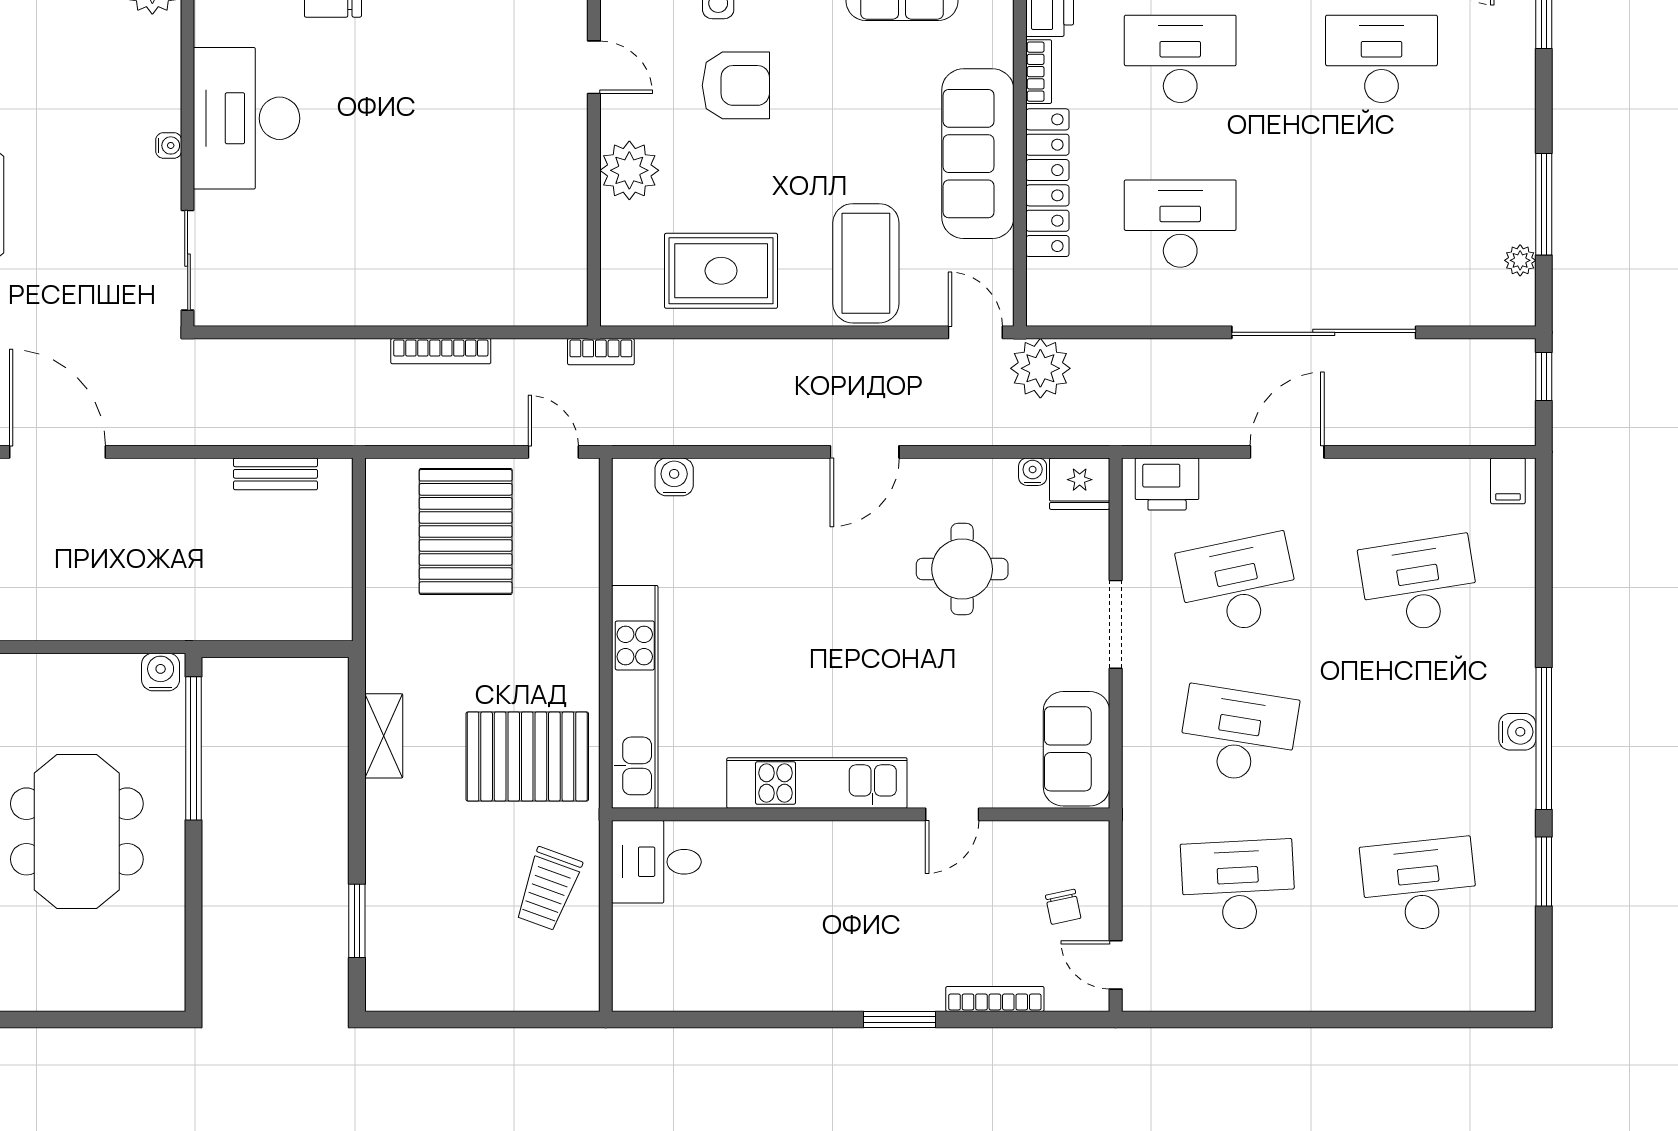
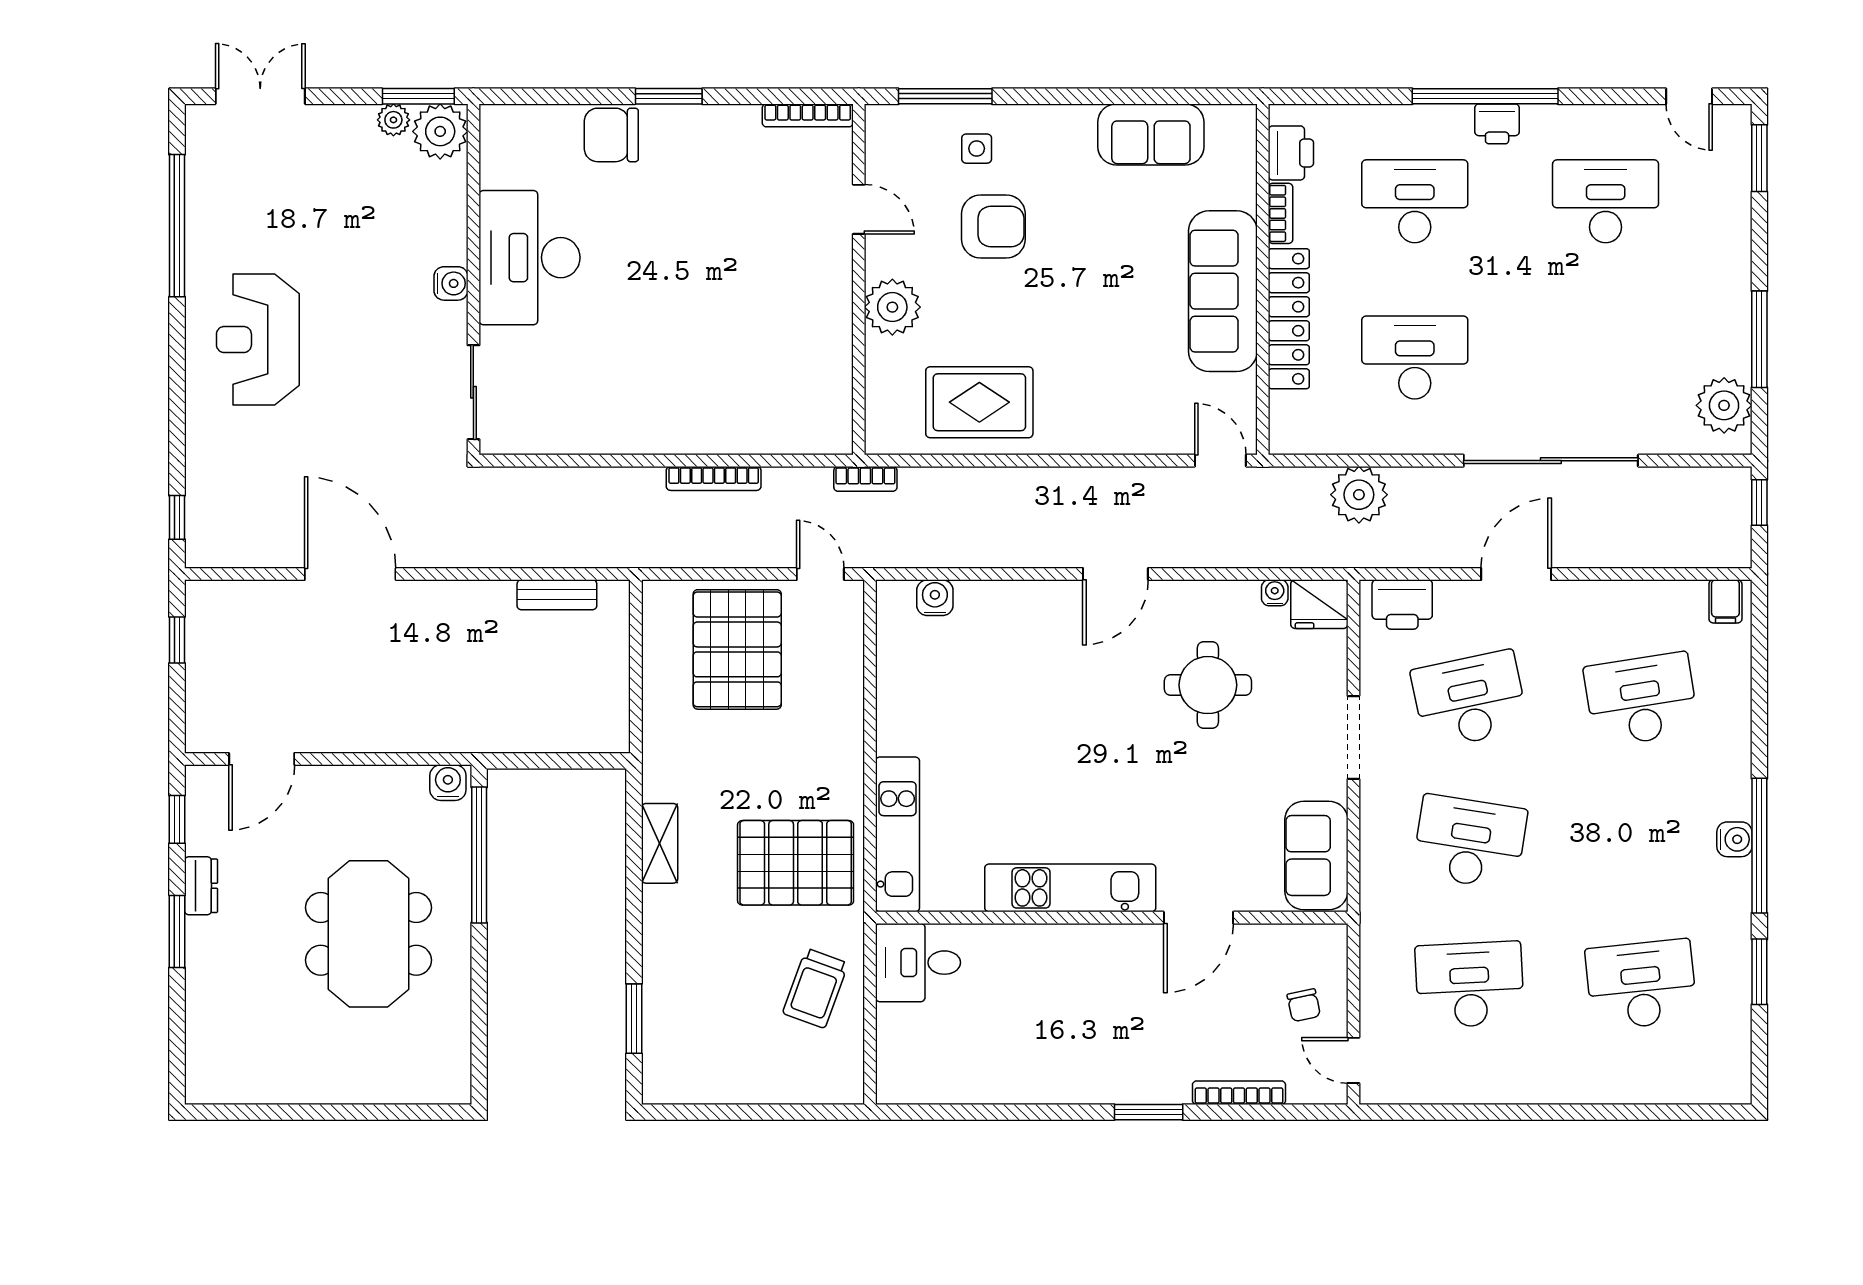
water cooler: (169, 145) -> (451, 283), width x1.38, depth x1.38
plant: (1520, 260) -> (1724, 405), width x1.87, depth x1.87
coffee table: (866, 263) -> (1117, 395), removed
plant: (1040, 368) -> (1359, 495), moved
kitchen unit: (635, 697) -> (898, 834), width x0.73
door: (952, 814) -> (1198, 918), width x1.38

